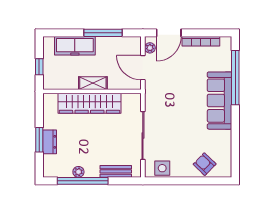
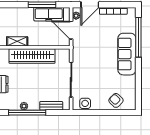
freezer: (75, 46) -> (49, 14), moved
shelving: (93, 83) -> (17, 41), moved

